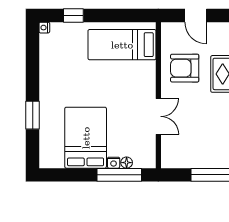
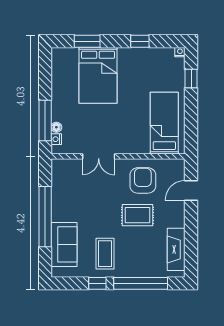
window: (33, 71) -> (140, 41), added
window: (33, 115) -> (87, 41), moved
bed: (86, 138) -> (98, 75), moved, turned 90
nightstand: (114, 163) -> (56, 139), moved

